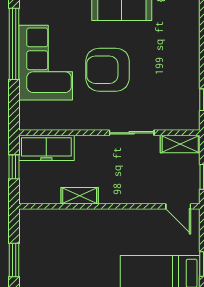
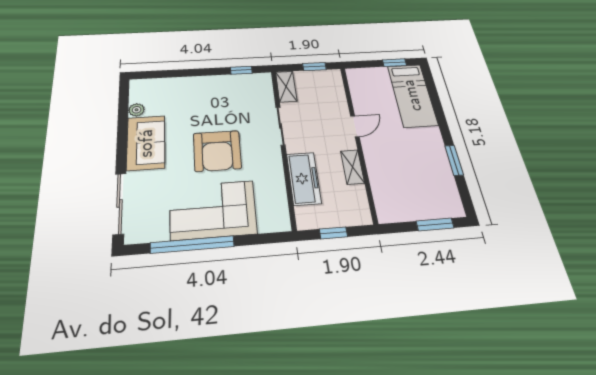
freezer: (46, 148) -> (304, 178), moved
door: (178, 206) -> (355, 126), moved

